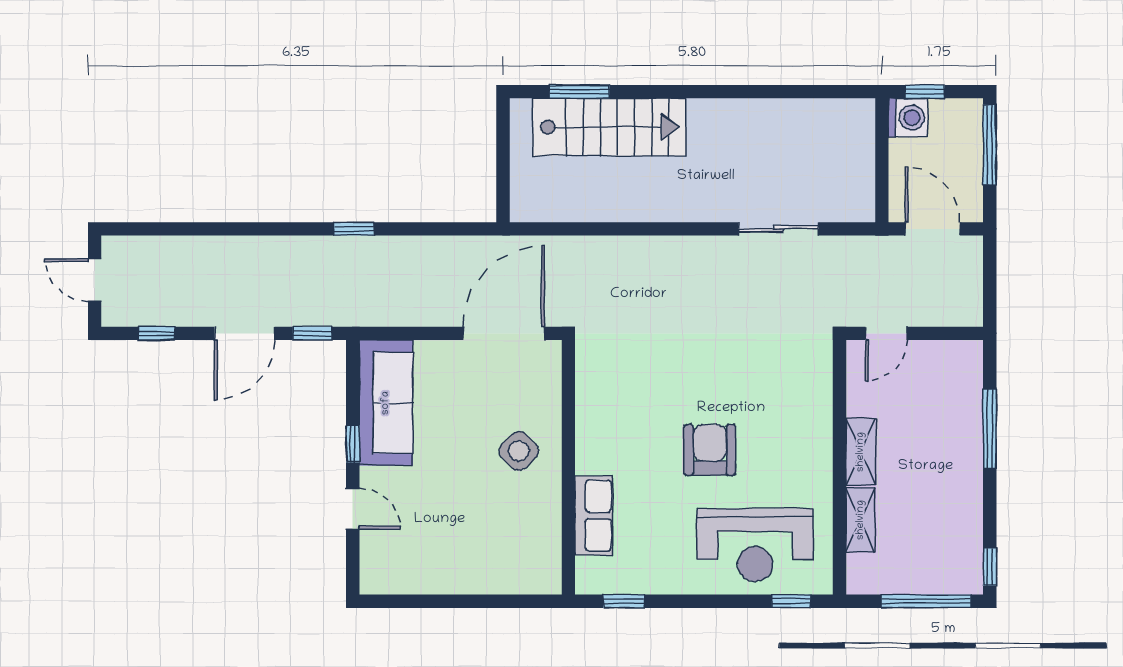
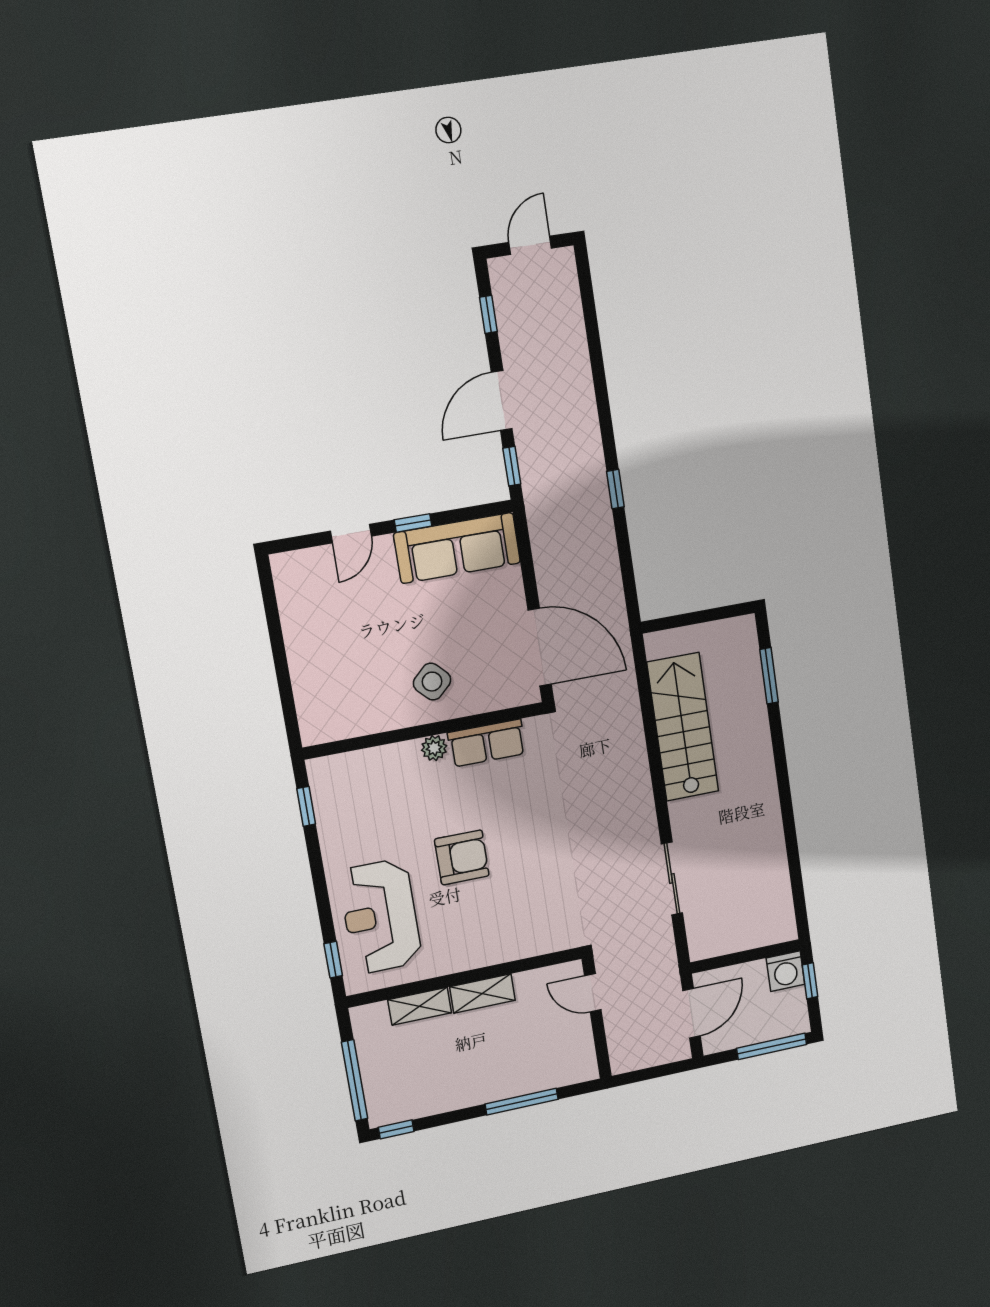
stairs: (609, 127) -> (683, 727), moved, turned 180
door: (245, 333) -> (502, 401), hinge flipped
plant: (588, 460) -> (434, 748), added
row of seats: (594, 516) -> (487, 743), moved

